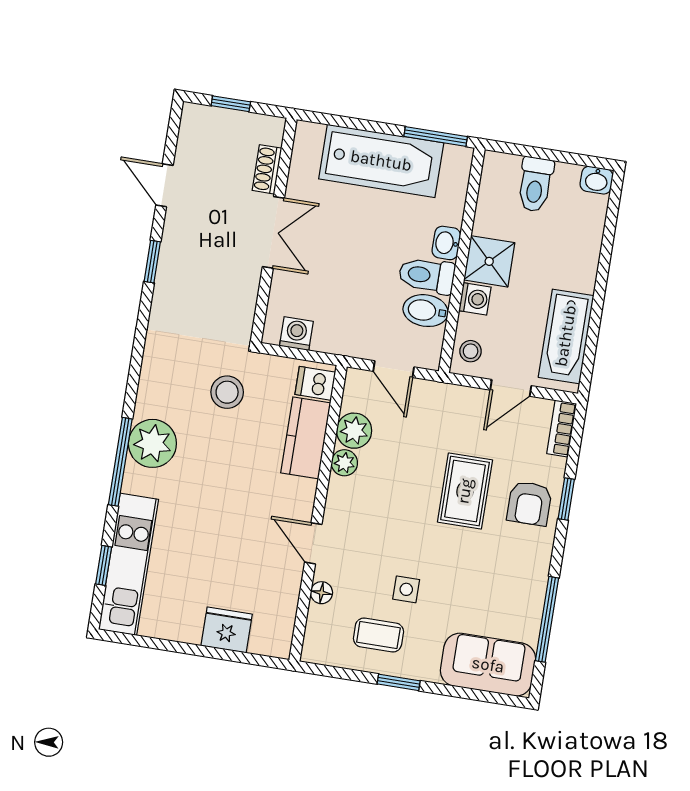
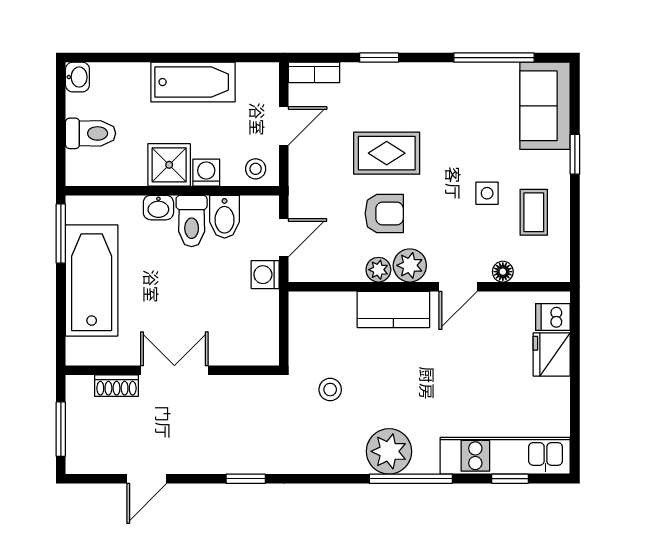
window: (231, 104) -> (61, 429), width x1.50
window: (152, 262) -> (246, 479), moved
washing machine: (296, 334) -> (265, 275), moved
bathtub: (566, 336) -> (193, 82), moved
dishwasher: (315, 383) -> (553, 317), moved, turned 90
door: (511, 388) -> (284, 126), hinge flipped
stool: (227, 392) -> (330, 390), width x0.73, depth x0.73
plant: (354, 431) -> (410, 265), moved
kitchen counter: (306, 438) -> (393, 309), moved
armchair: (529, 503) -> (384, 213), moved
window: (399, 682) -> (575, 154), moved

